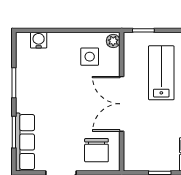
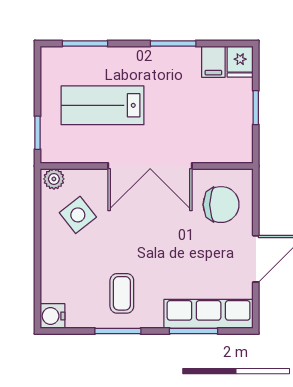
water cooler: (39, 40) -> (52, 316), moved
side table: (90, 57) -> (78, 215), turned -38
coffee table: (38, 85) -> (122, 293), added

